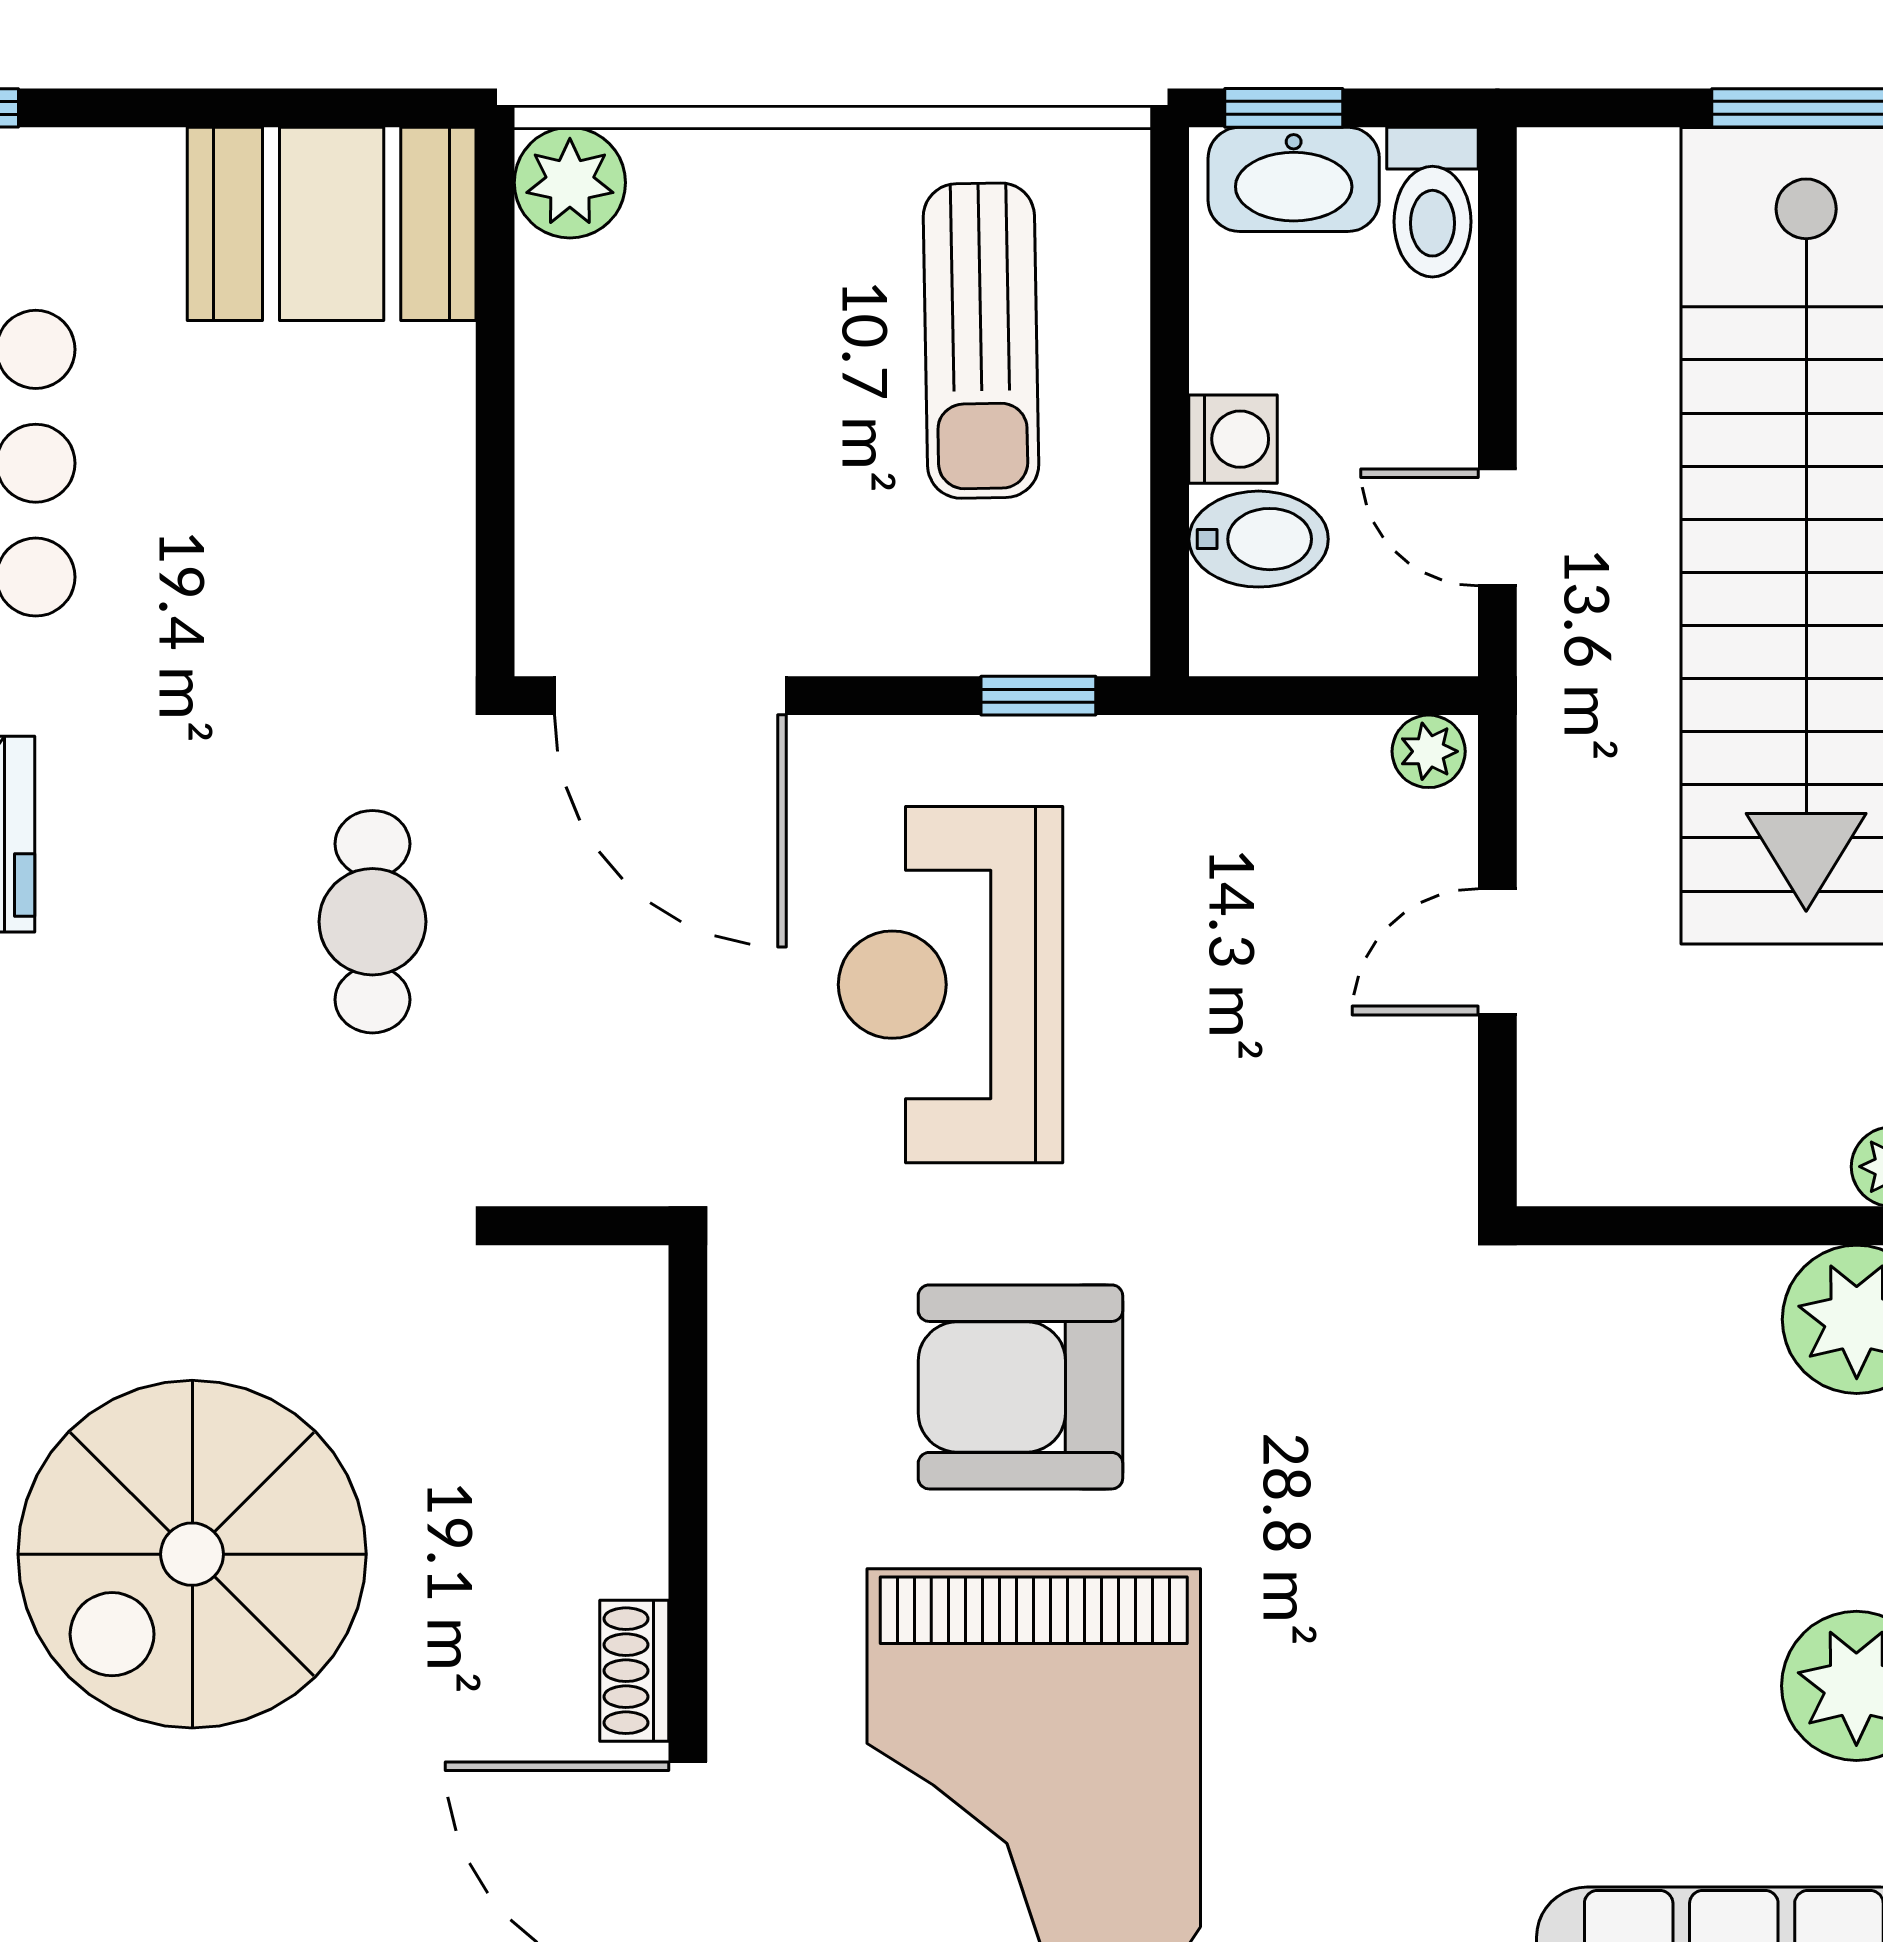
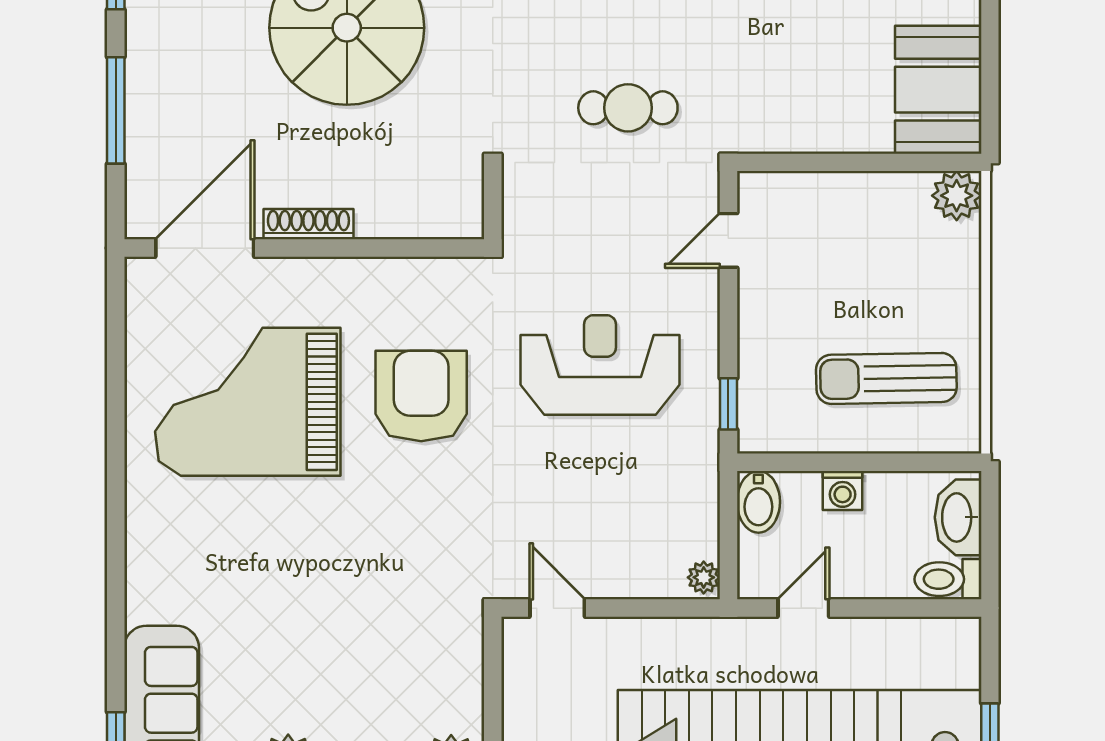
window: (1284, 108) -> (990, 513), removed
bidet: (1259, 539) -> (758, 502), moved
door: (670, 696) -> (728, 240), width x0.53
door: (1497, 952) -> (557, 608), moved
shoe rack: (634, 1671) -> (308, 224), width x1.43

